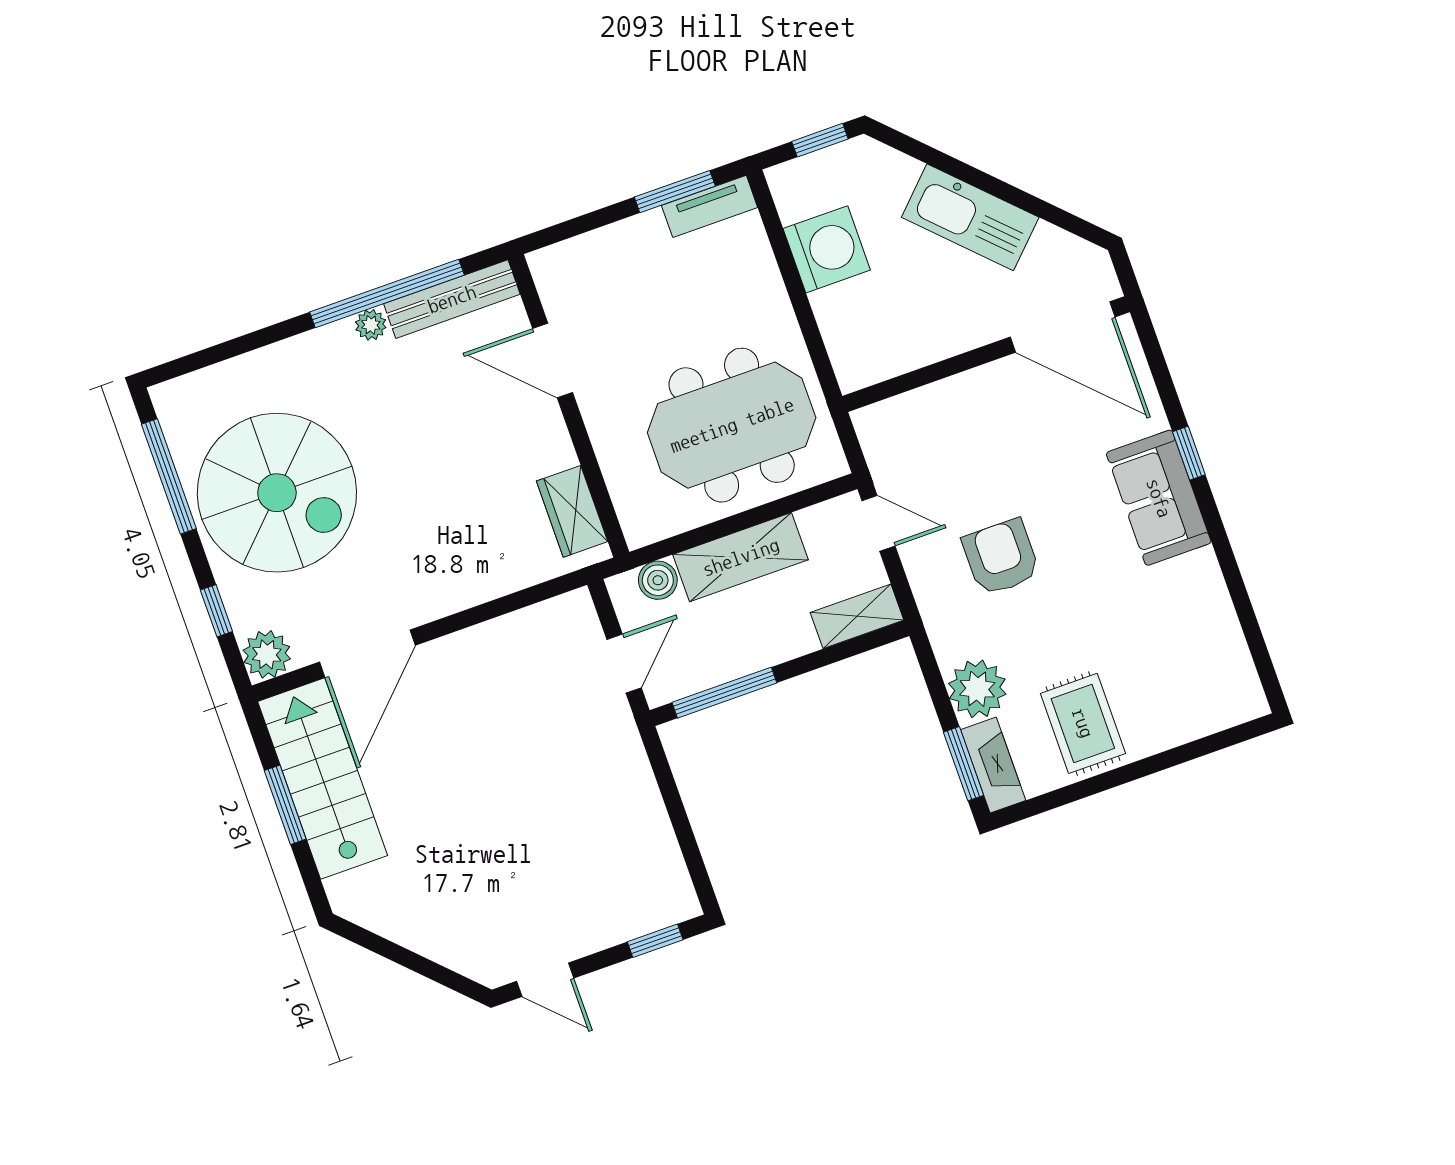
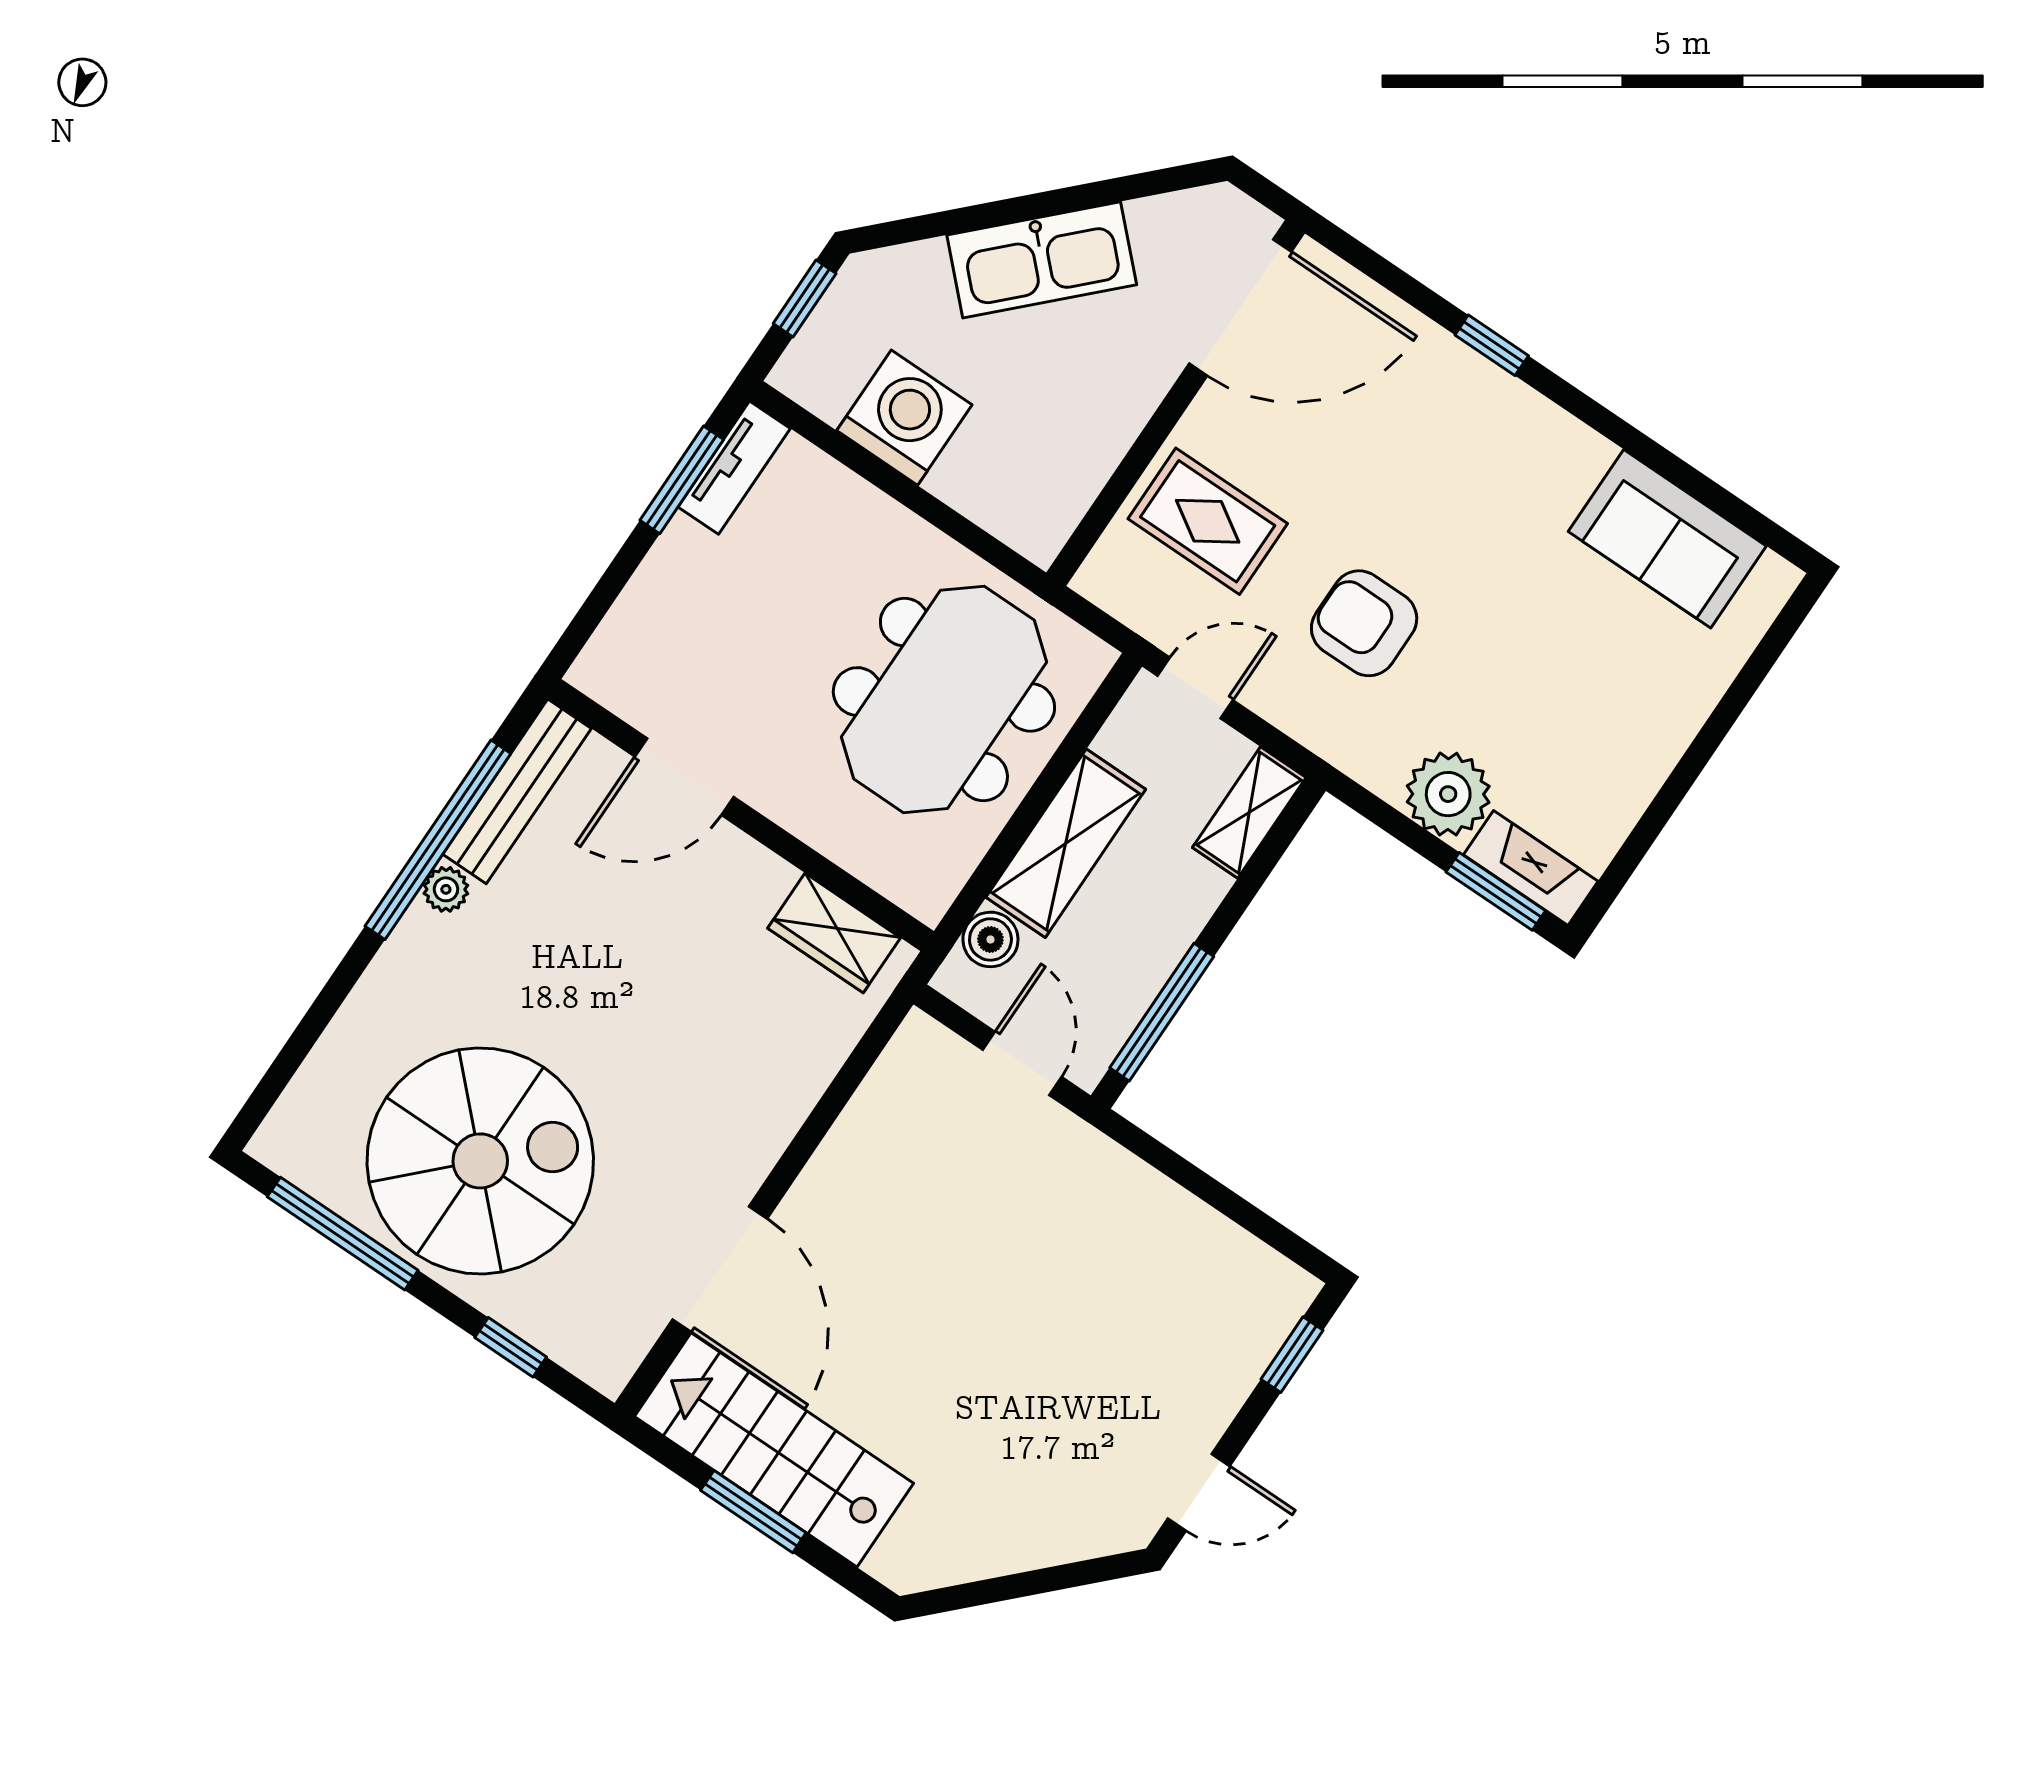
sofa: (1159, 498) -> (1667, 539), moved
plant: (267, 654) -> (605, 1355), removed
rug: (1083, 723) -> (1208, 521), moved

